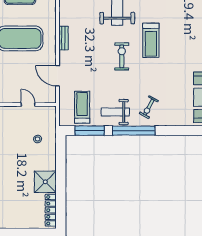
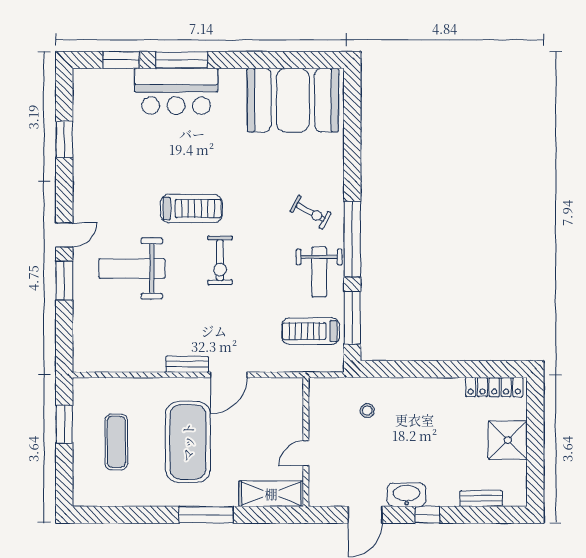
exercise bike: (122, 56) -> (220, 260), turned -90
door: (58, 76) -> (229, 375), moved
door: (28, 105) -> (306, 453), moved
shower: (45, 182) -> (508, 440), moved

